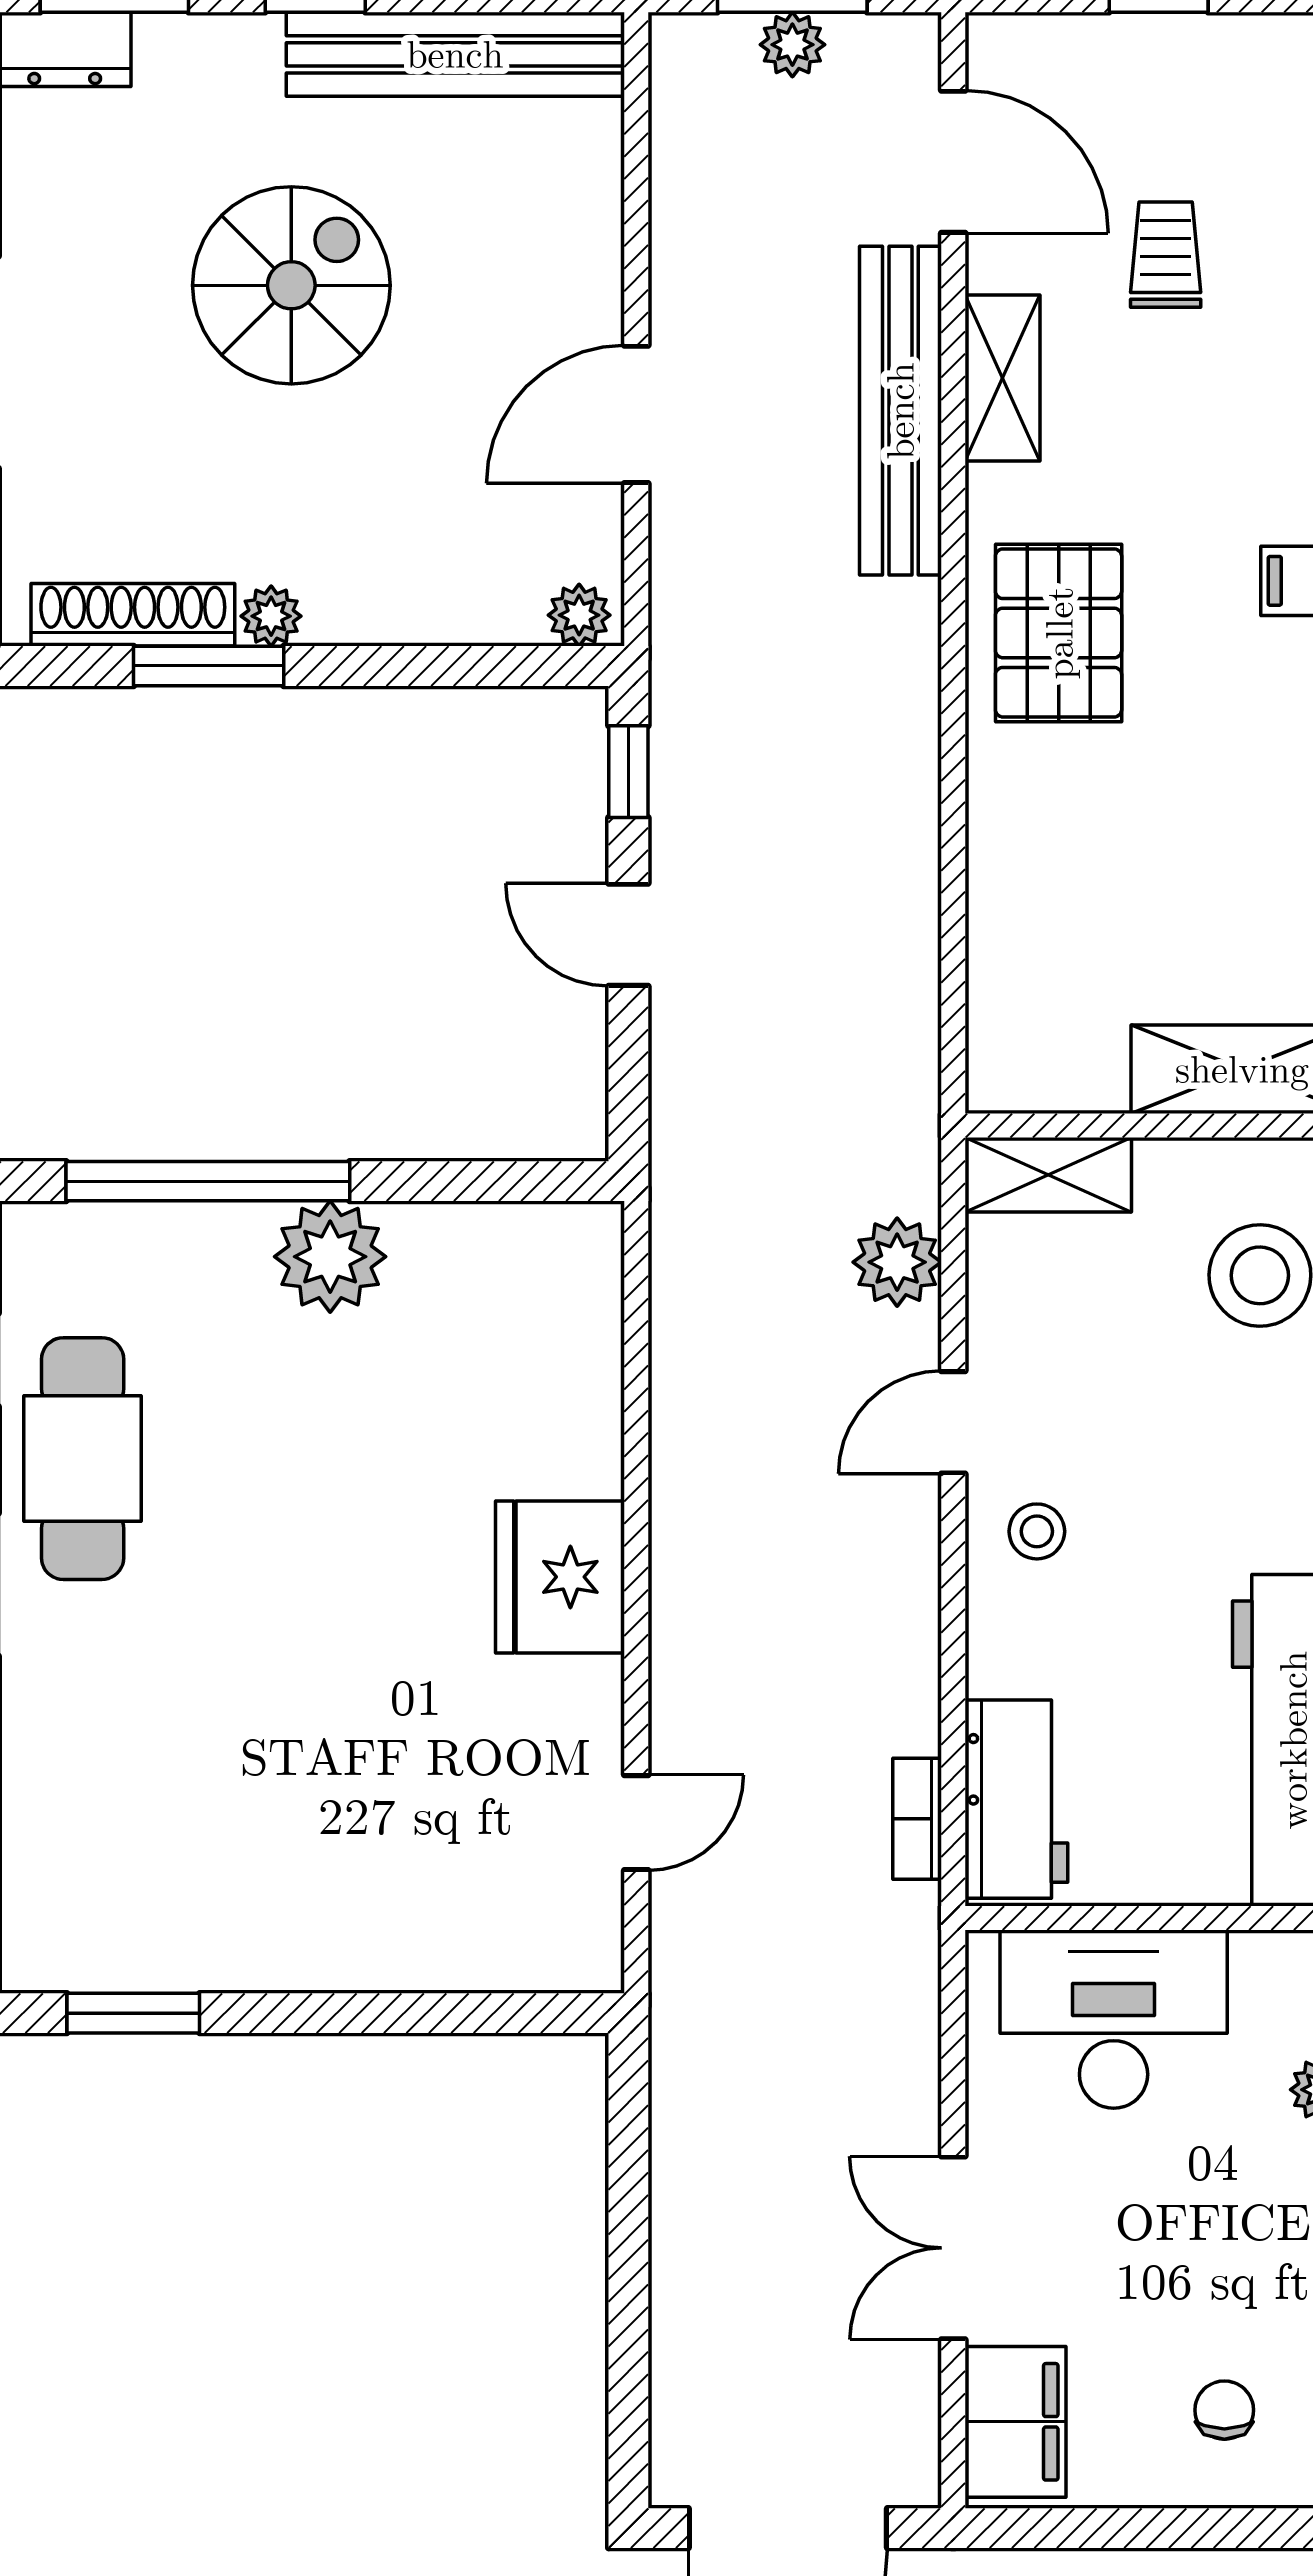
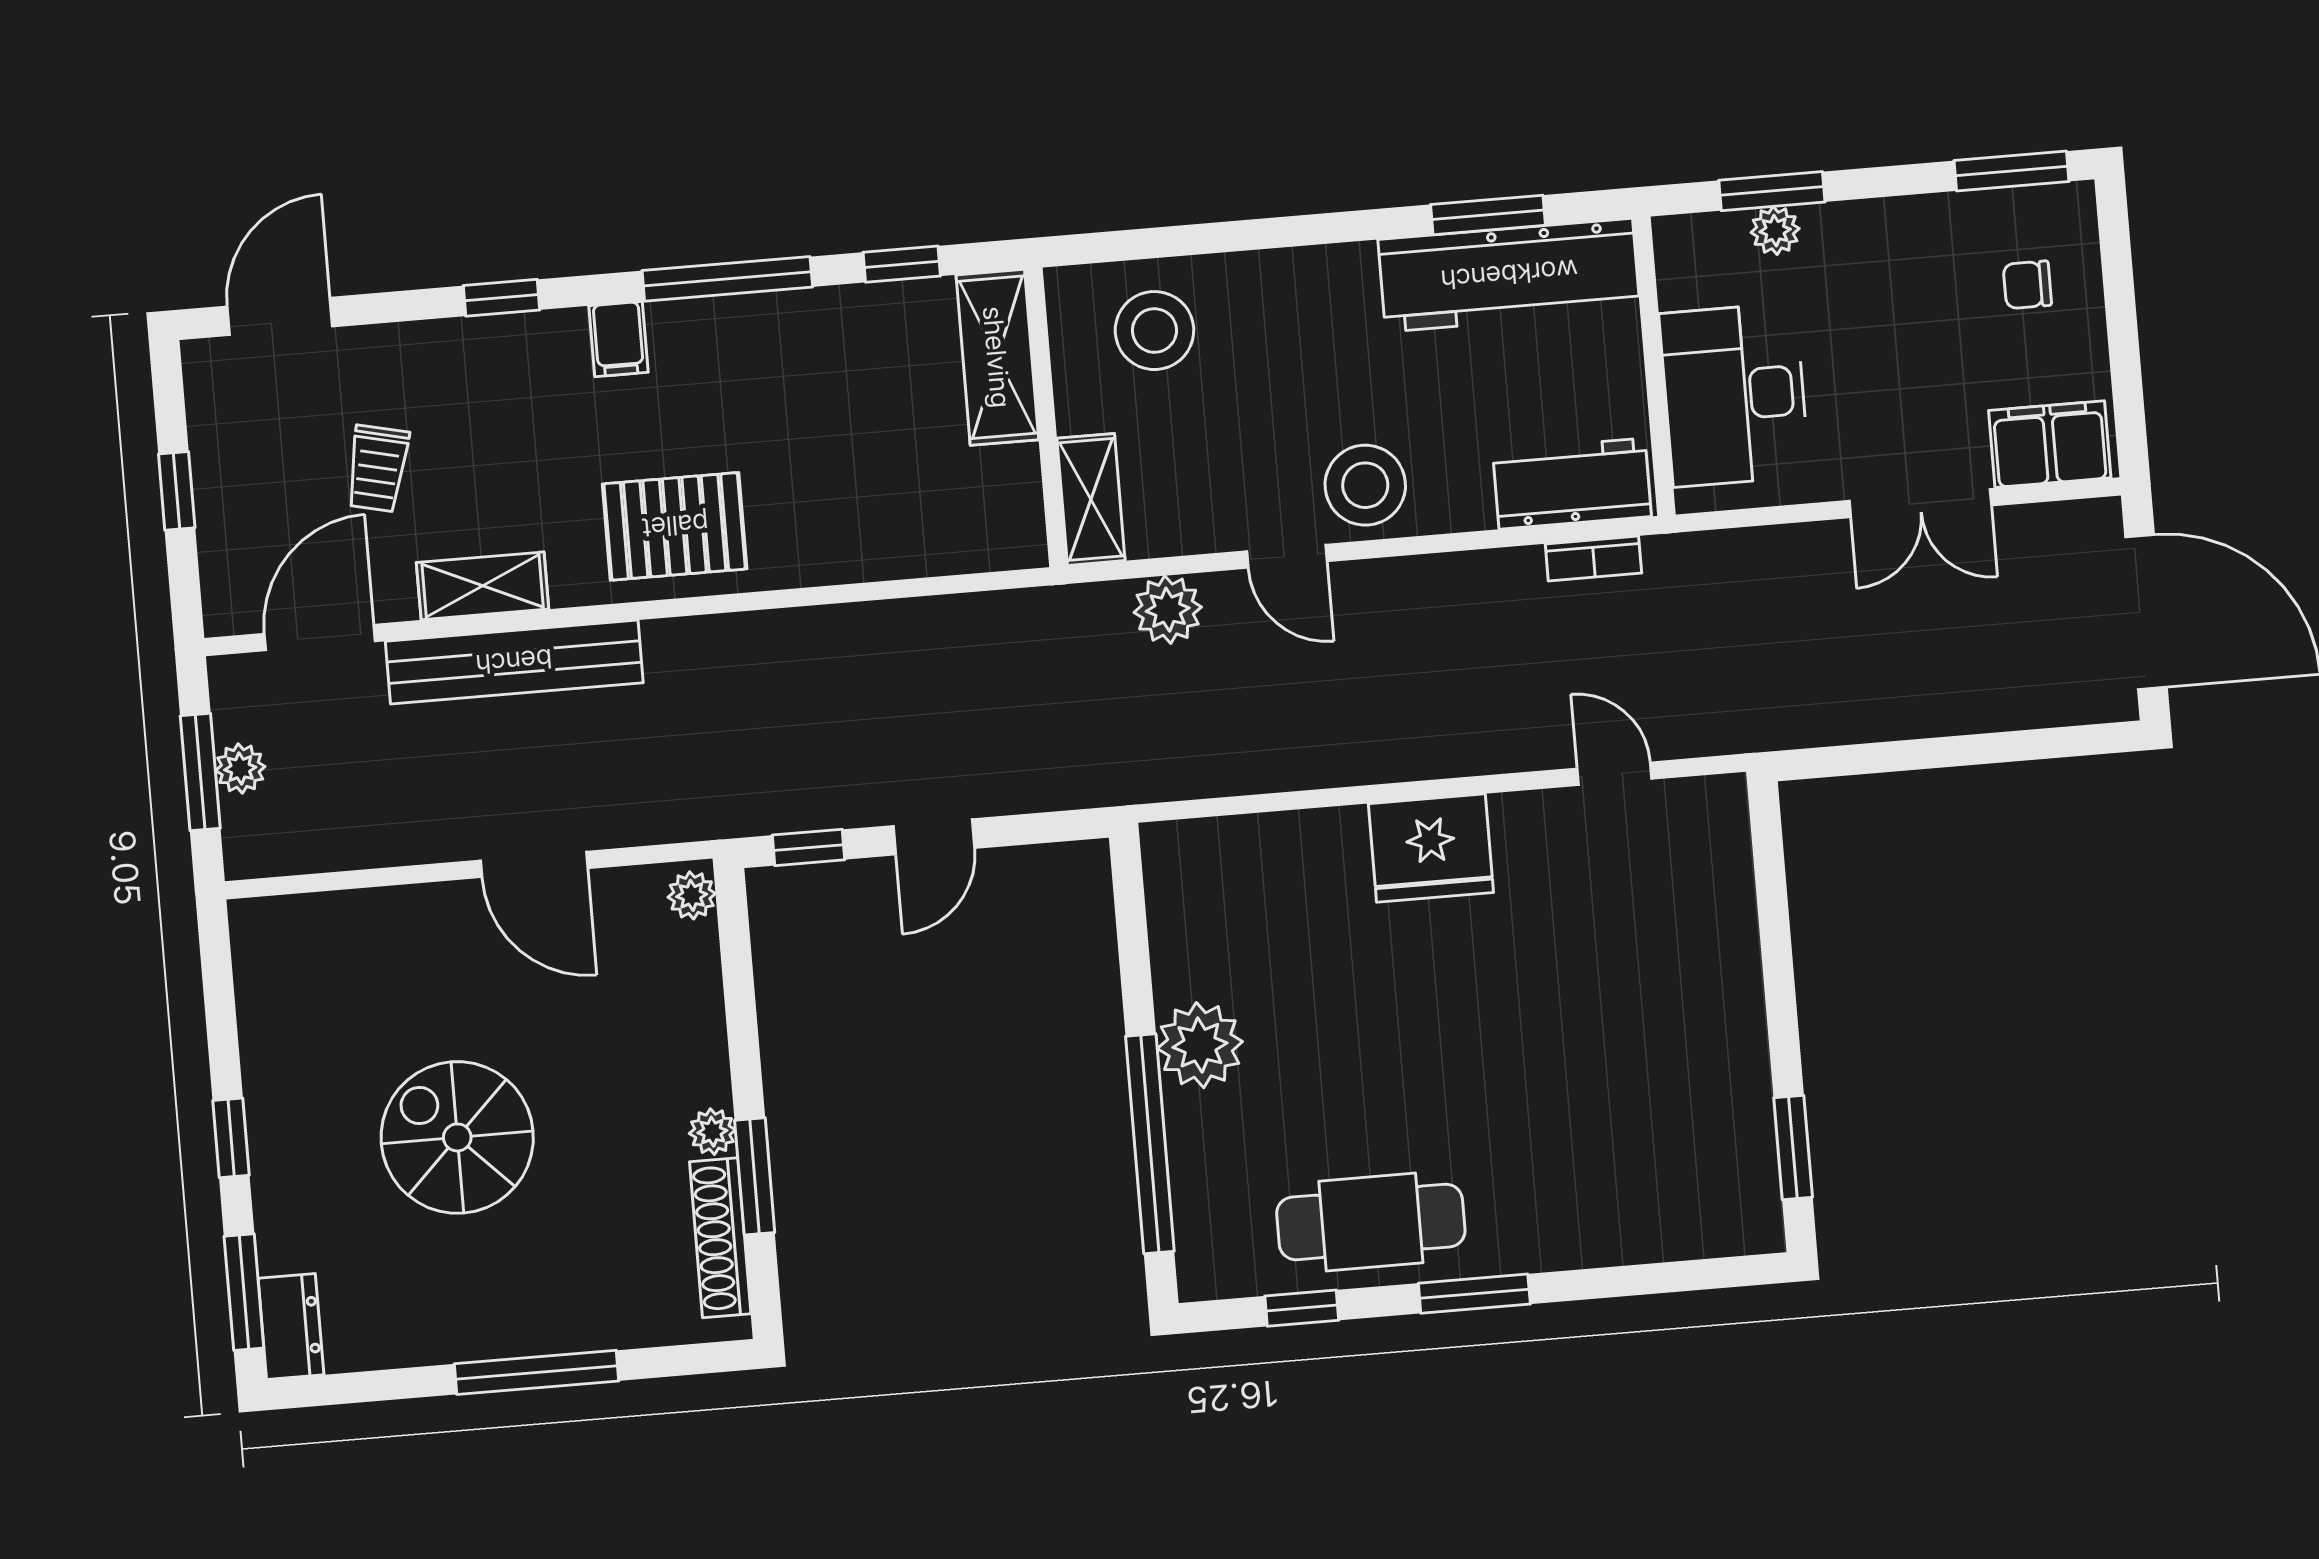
bench: (455, 54) -> (269, 1026), removed
trolley: (1166, 255) -> (377, 469), turned -77
stool: (1037, 1531) -> (1365, 485), width x1.89, depth x1.89

